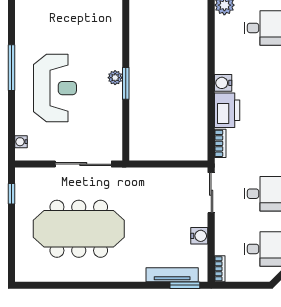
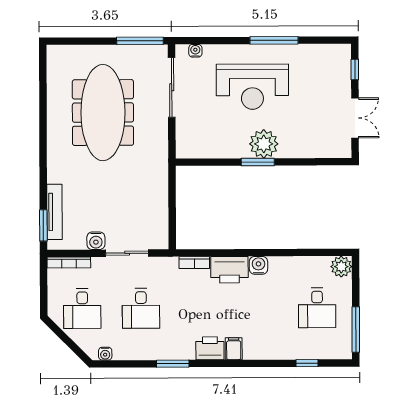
plant: (115, 78) -> (264, 144), width x1.87, depth x1.87
sliding door: (83, 164) -> (172, 87), moved
sliding door: (211, 193) -> (127, 253), moved
window: (11, 194) -> (140, 41), width x2.17
bookcase: (220, 269) -> (69, 262), width x1.56

